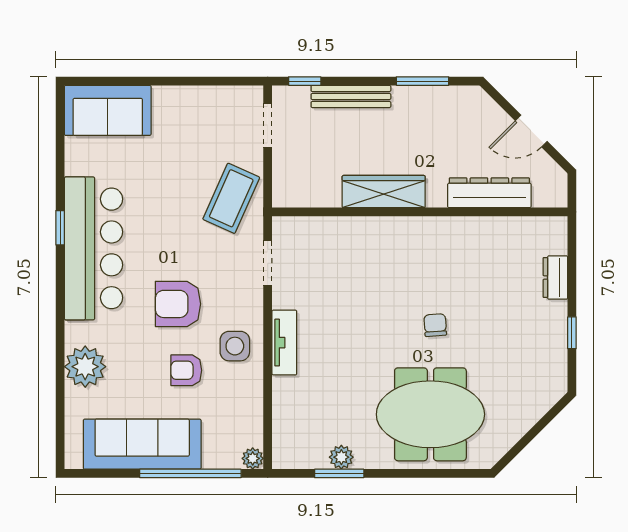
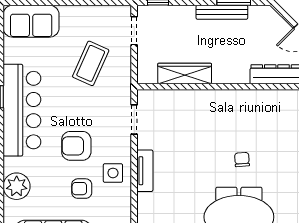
bench: (351, 96) -> (222, 12), moved
wardrobe: (384, 192) -> (185, 73), moved
coffee table: (231, 198) -> (91, 63), moved

